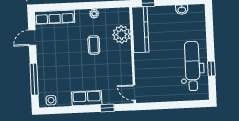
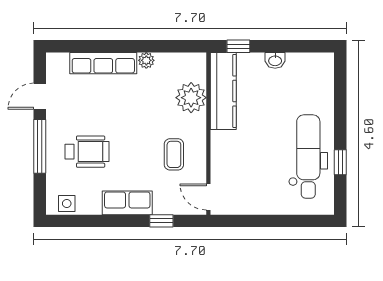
washbasin: (182, 10) -> (275, 60), moved
row of seats: (55, 17) -> (103, 63), moved
coffee table: (94, 45) -> (174, 154), moved
wheelchair: (62, 69) -> (87, 152), added
window: (34, 79) -> (40, 146), moved

